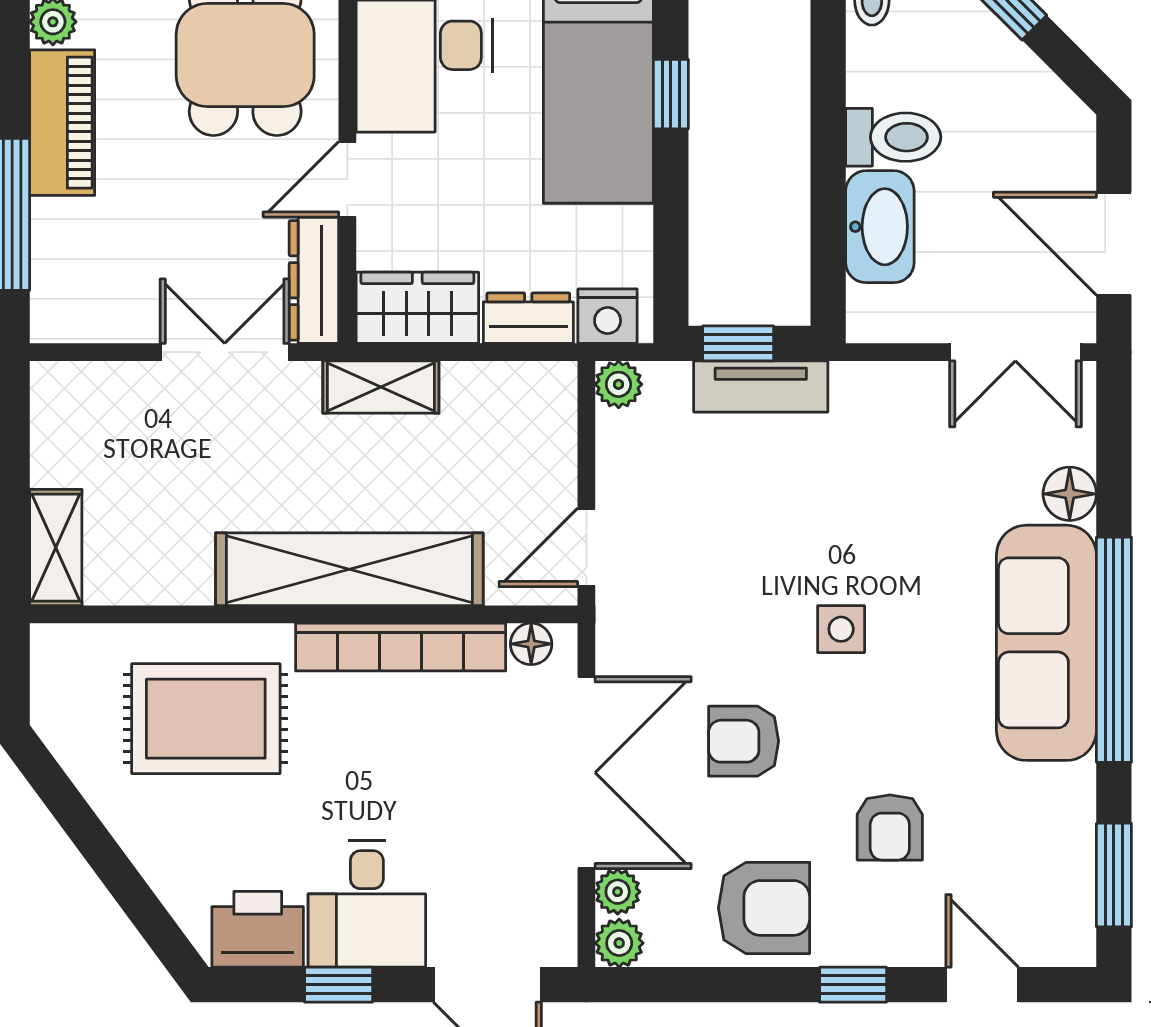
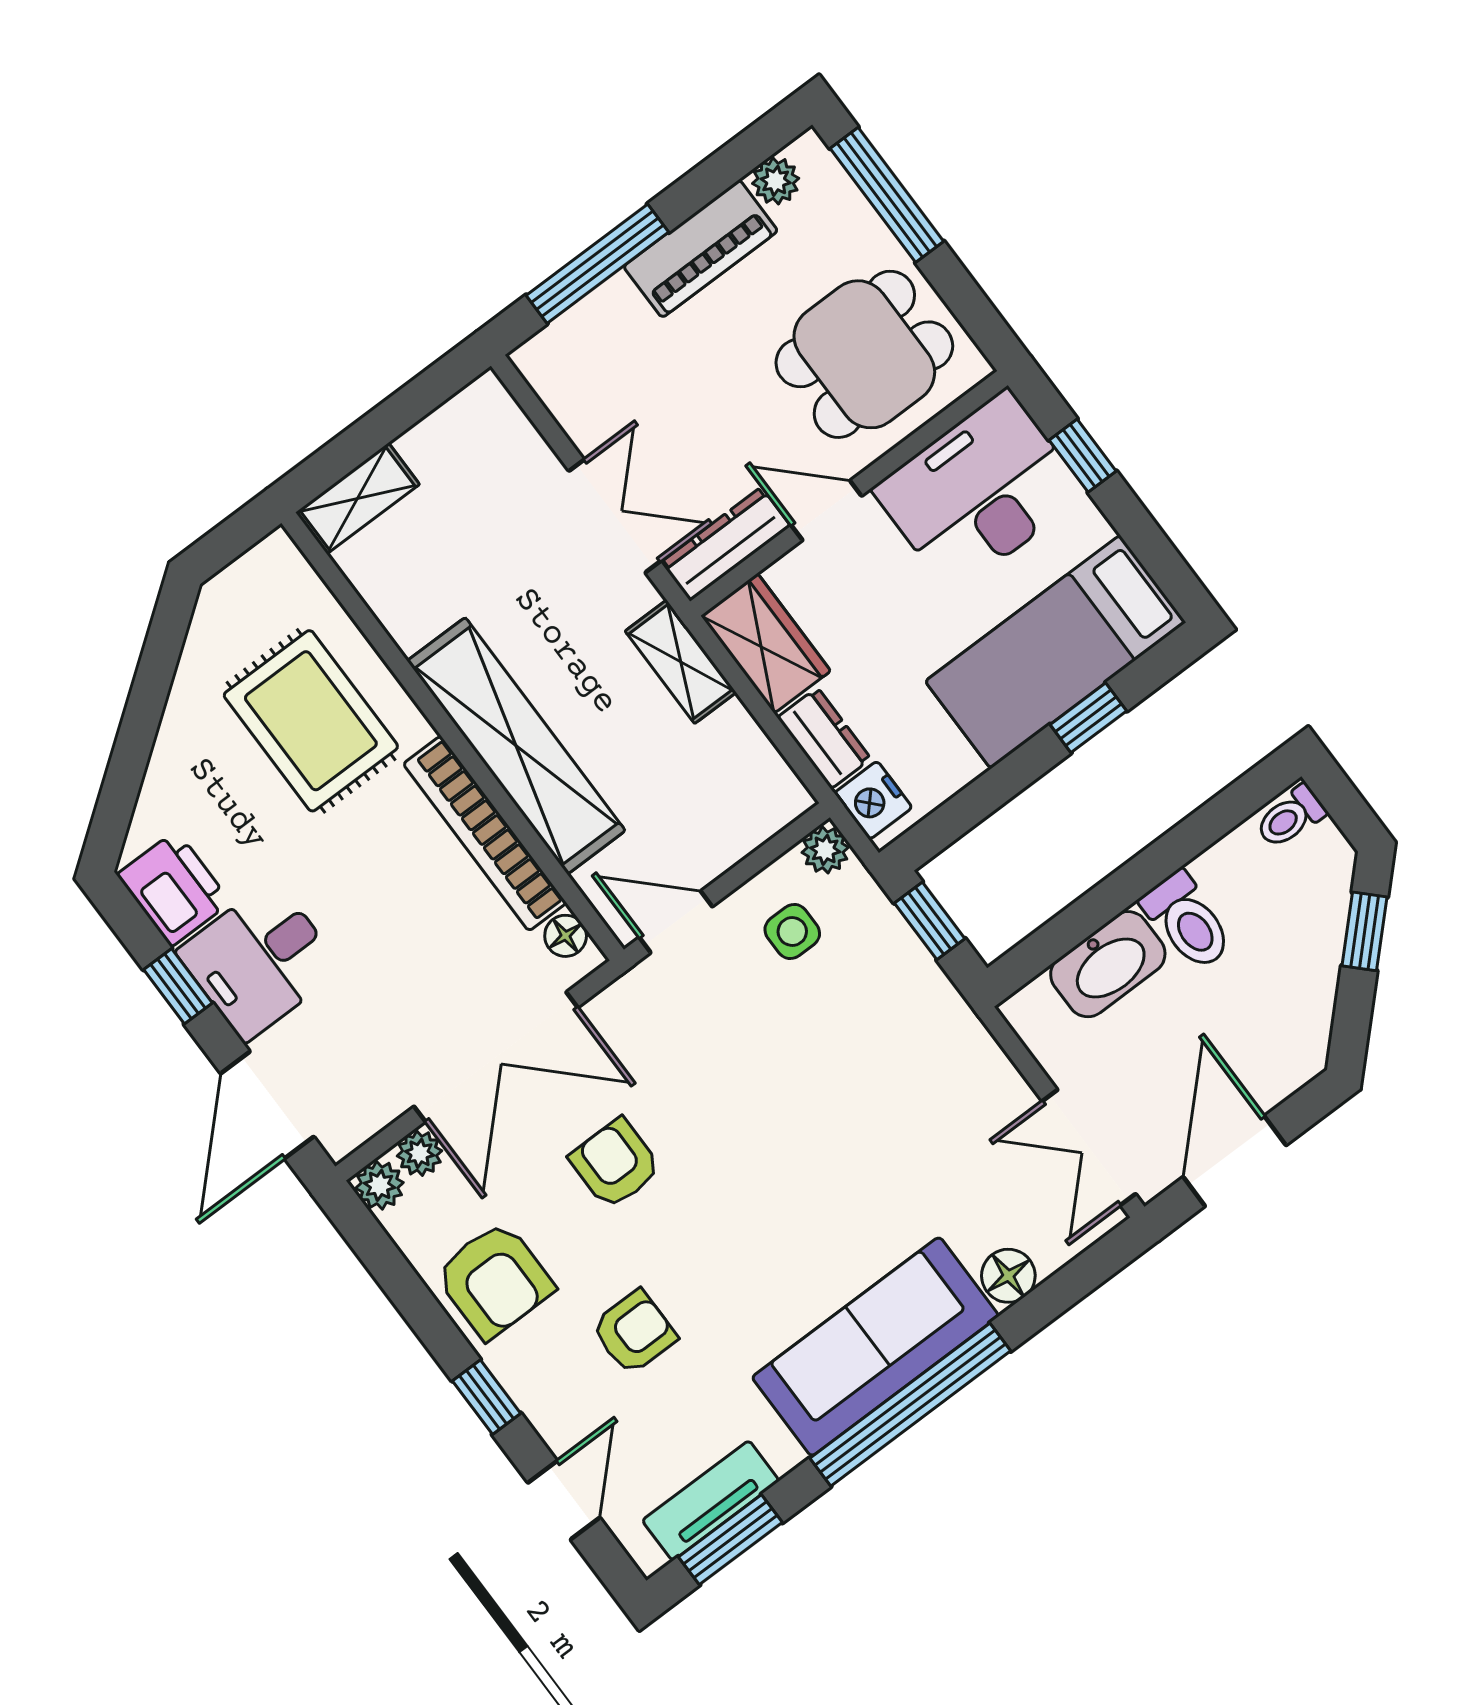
tv unit: (761, 386) -> (711, 1501), moved, turned 90
side table: (841, 629) -> (792, 932), moved
armchair: (890, 827) -> (634, 1332), turned 180

